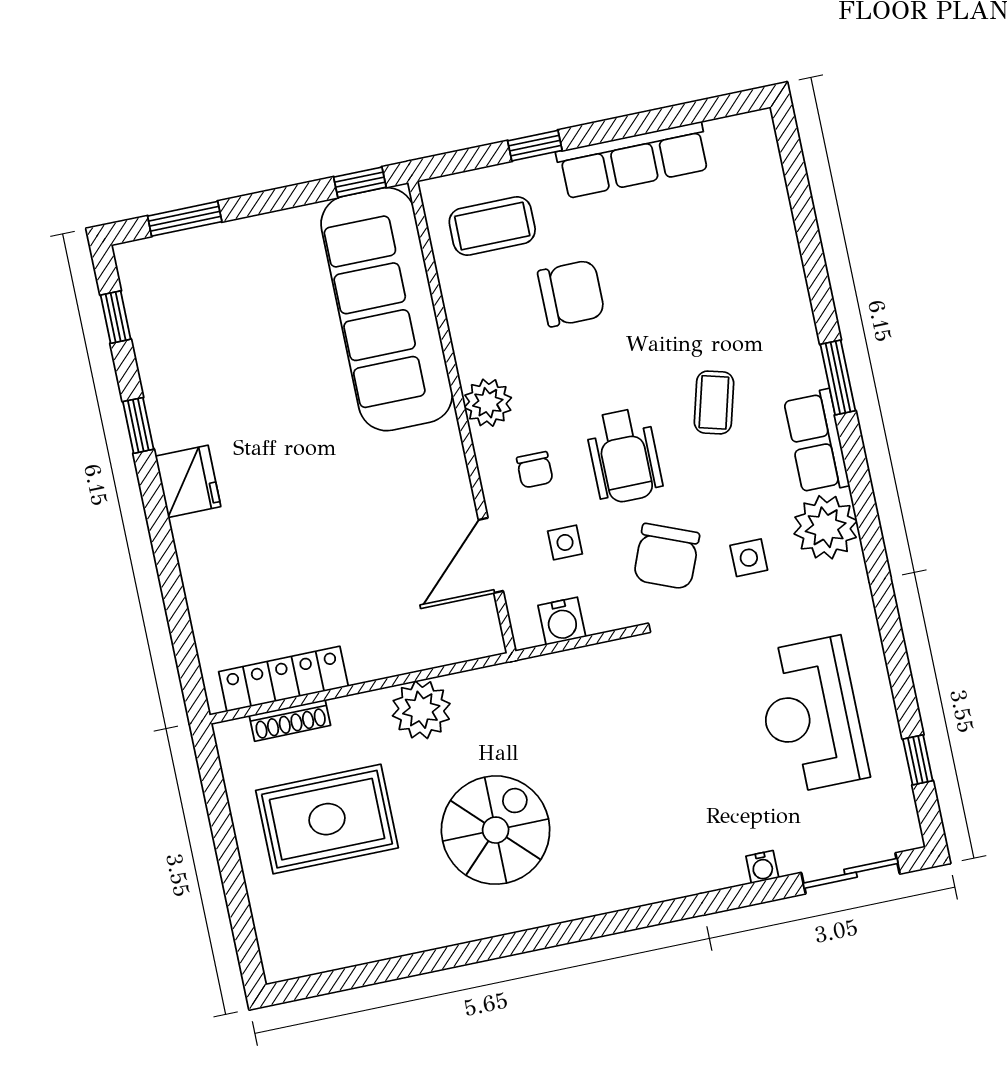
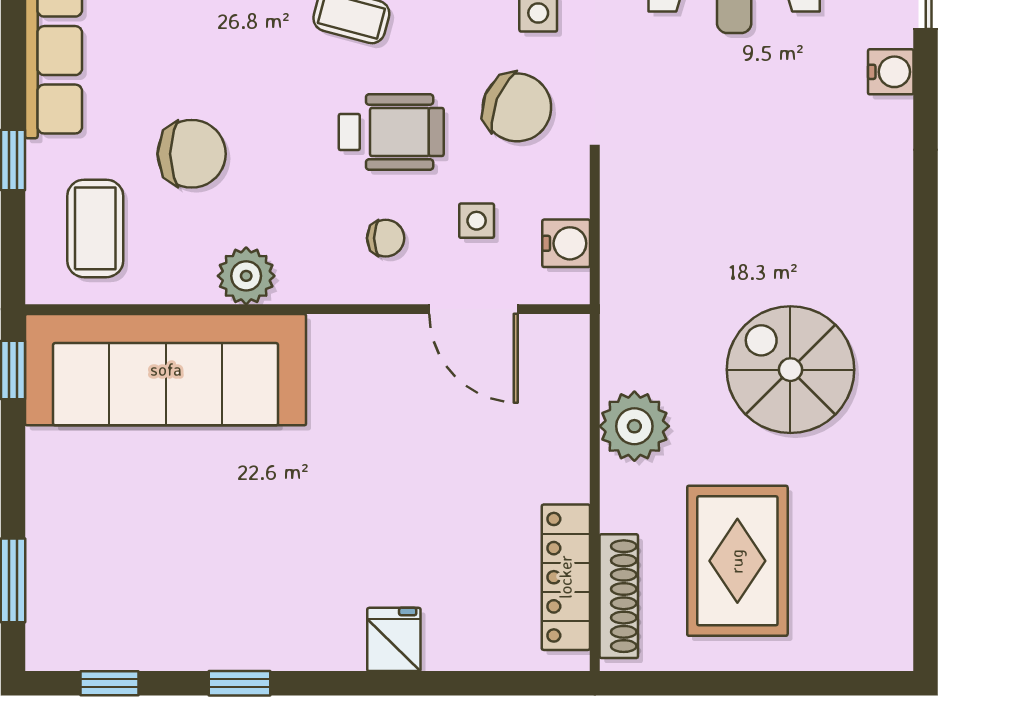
chair: (571, 293) -> (192, 154), turned 90
plant: (488, 403) -> (246, 276), moved
fridge: (188, 481) -> (394, 639), moved, width x0.72
shoe rack: (290, 720) -> (619, 596), width x1.36, depth x1.24
water cooler: (762, 867) -> (891, 72), width x1.38, depth x1.38

